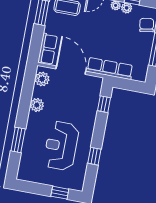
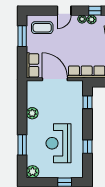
plant: (42, 79) -> (33, 172), moved

